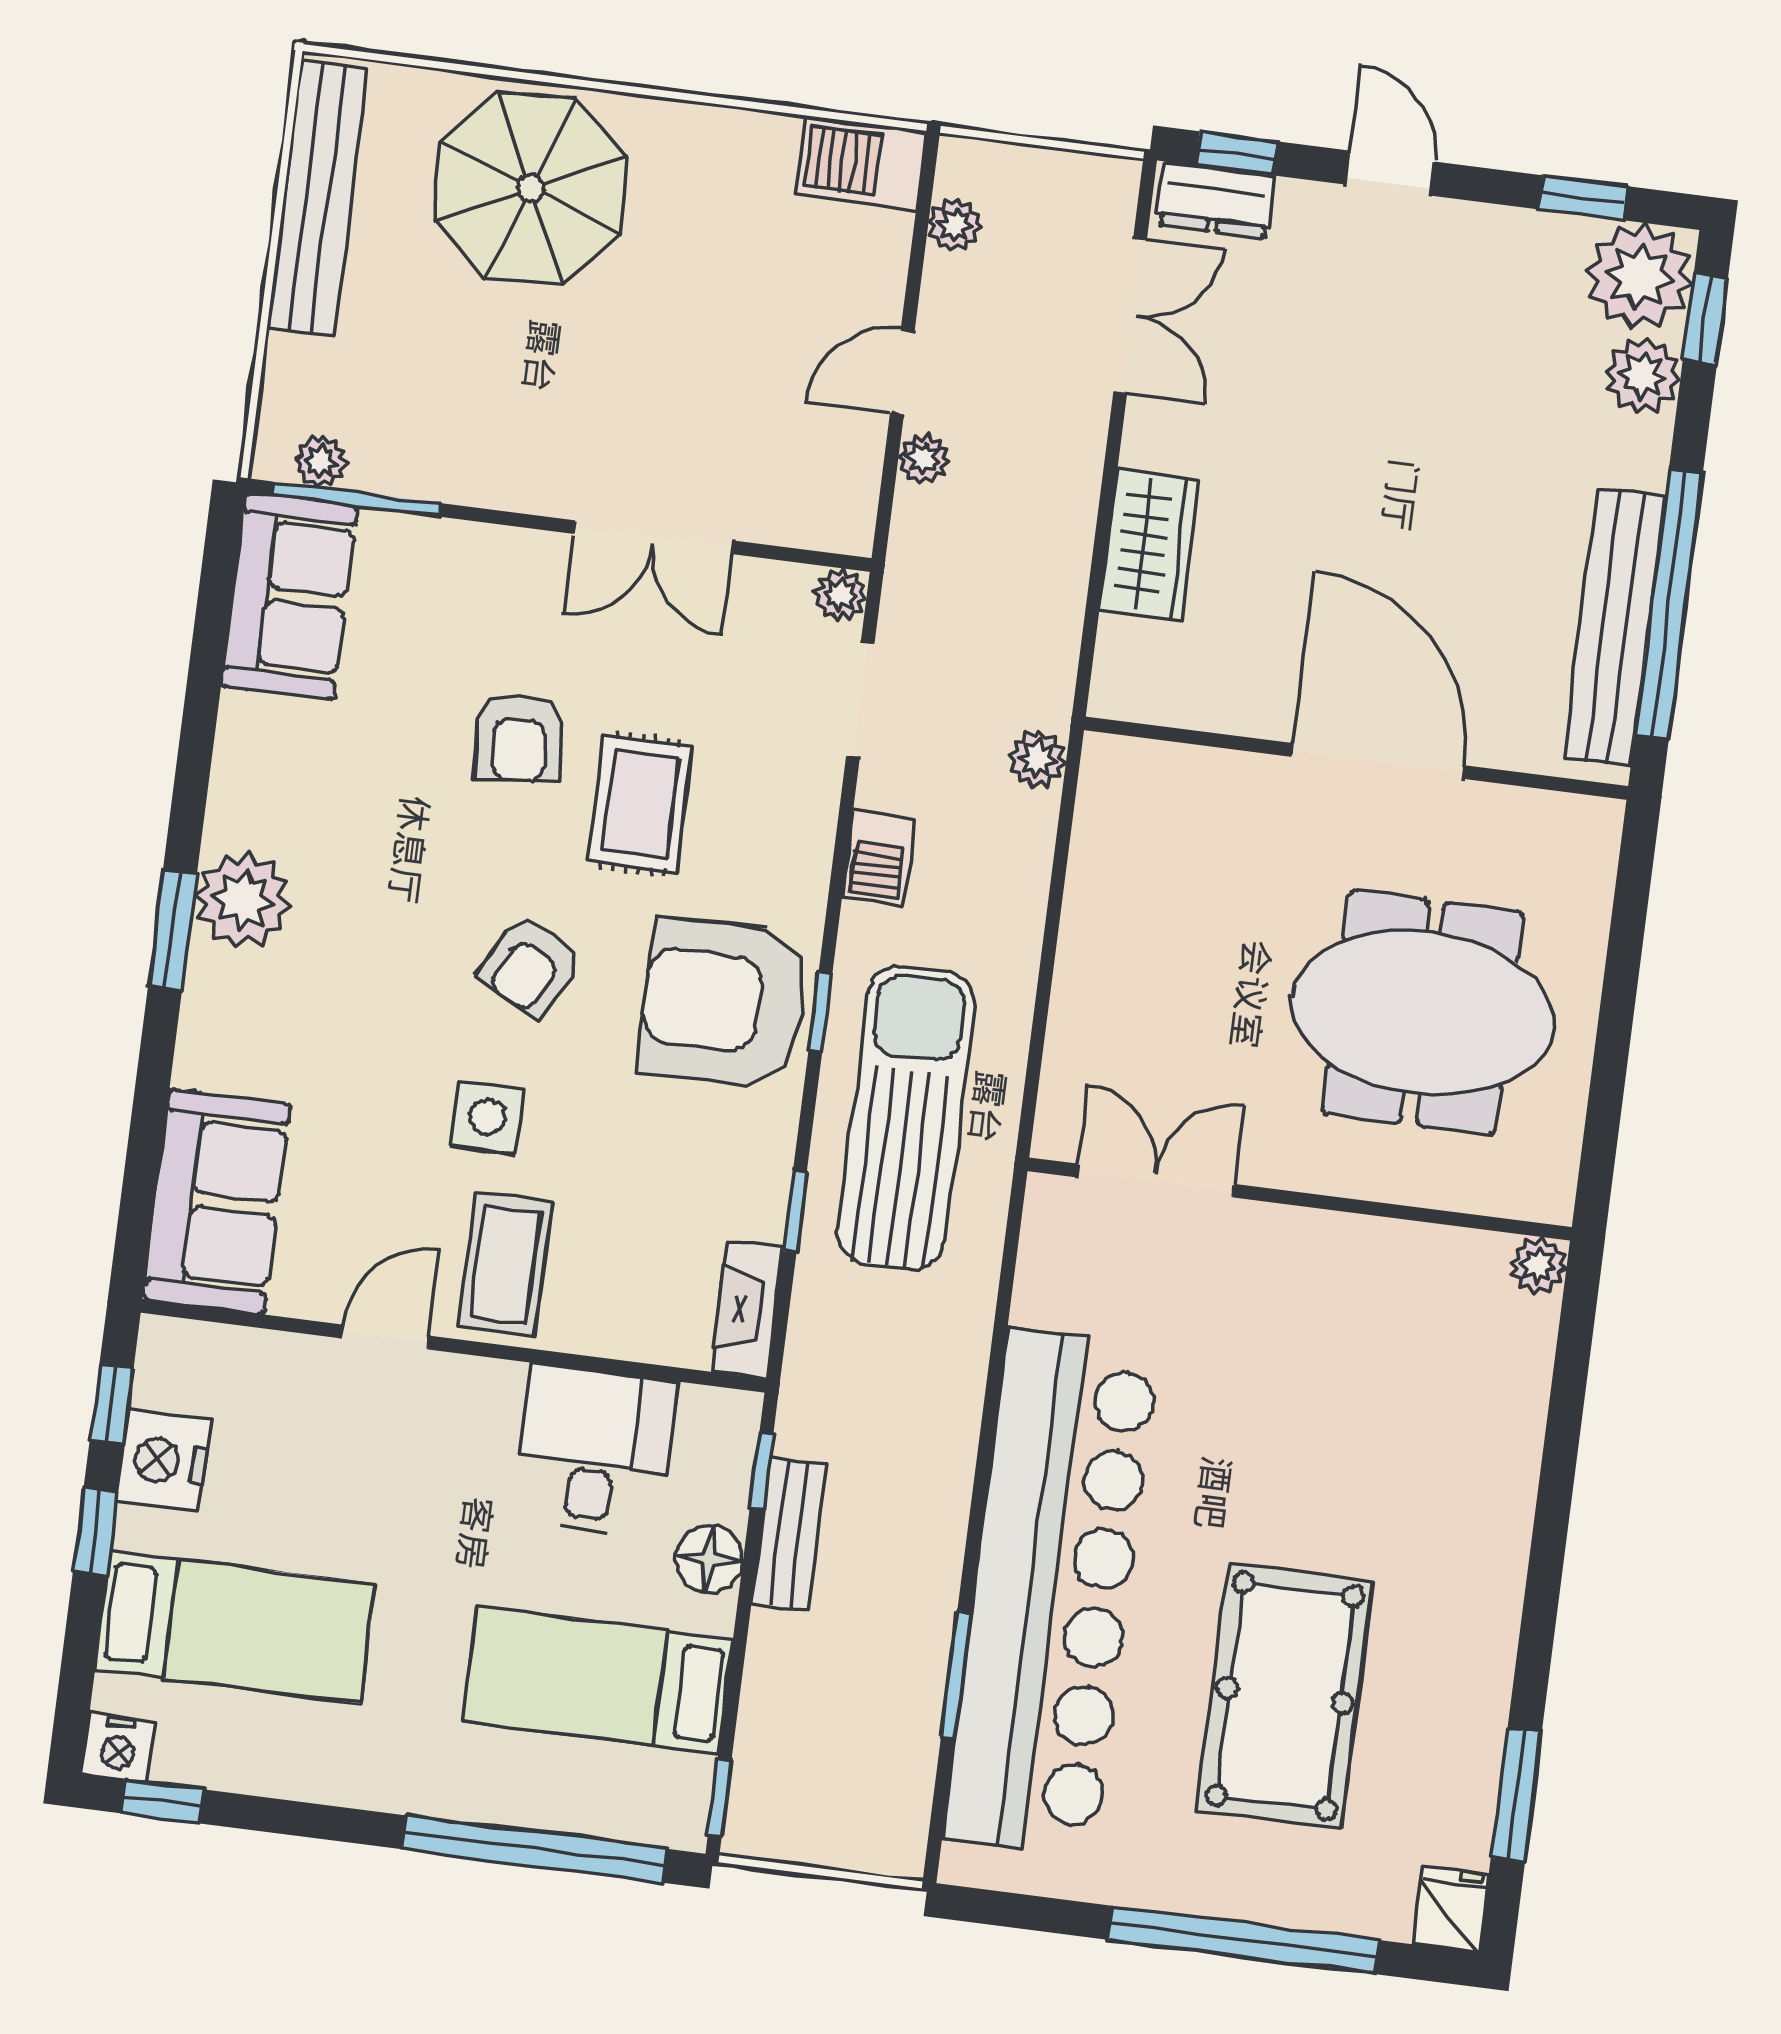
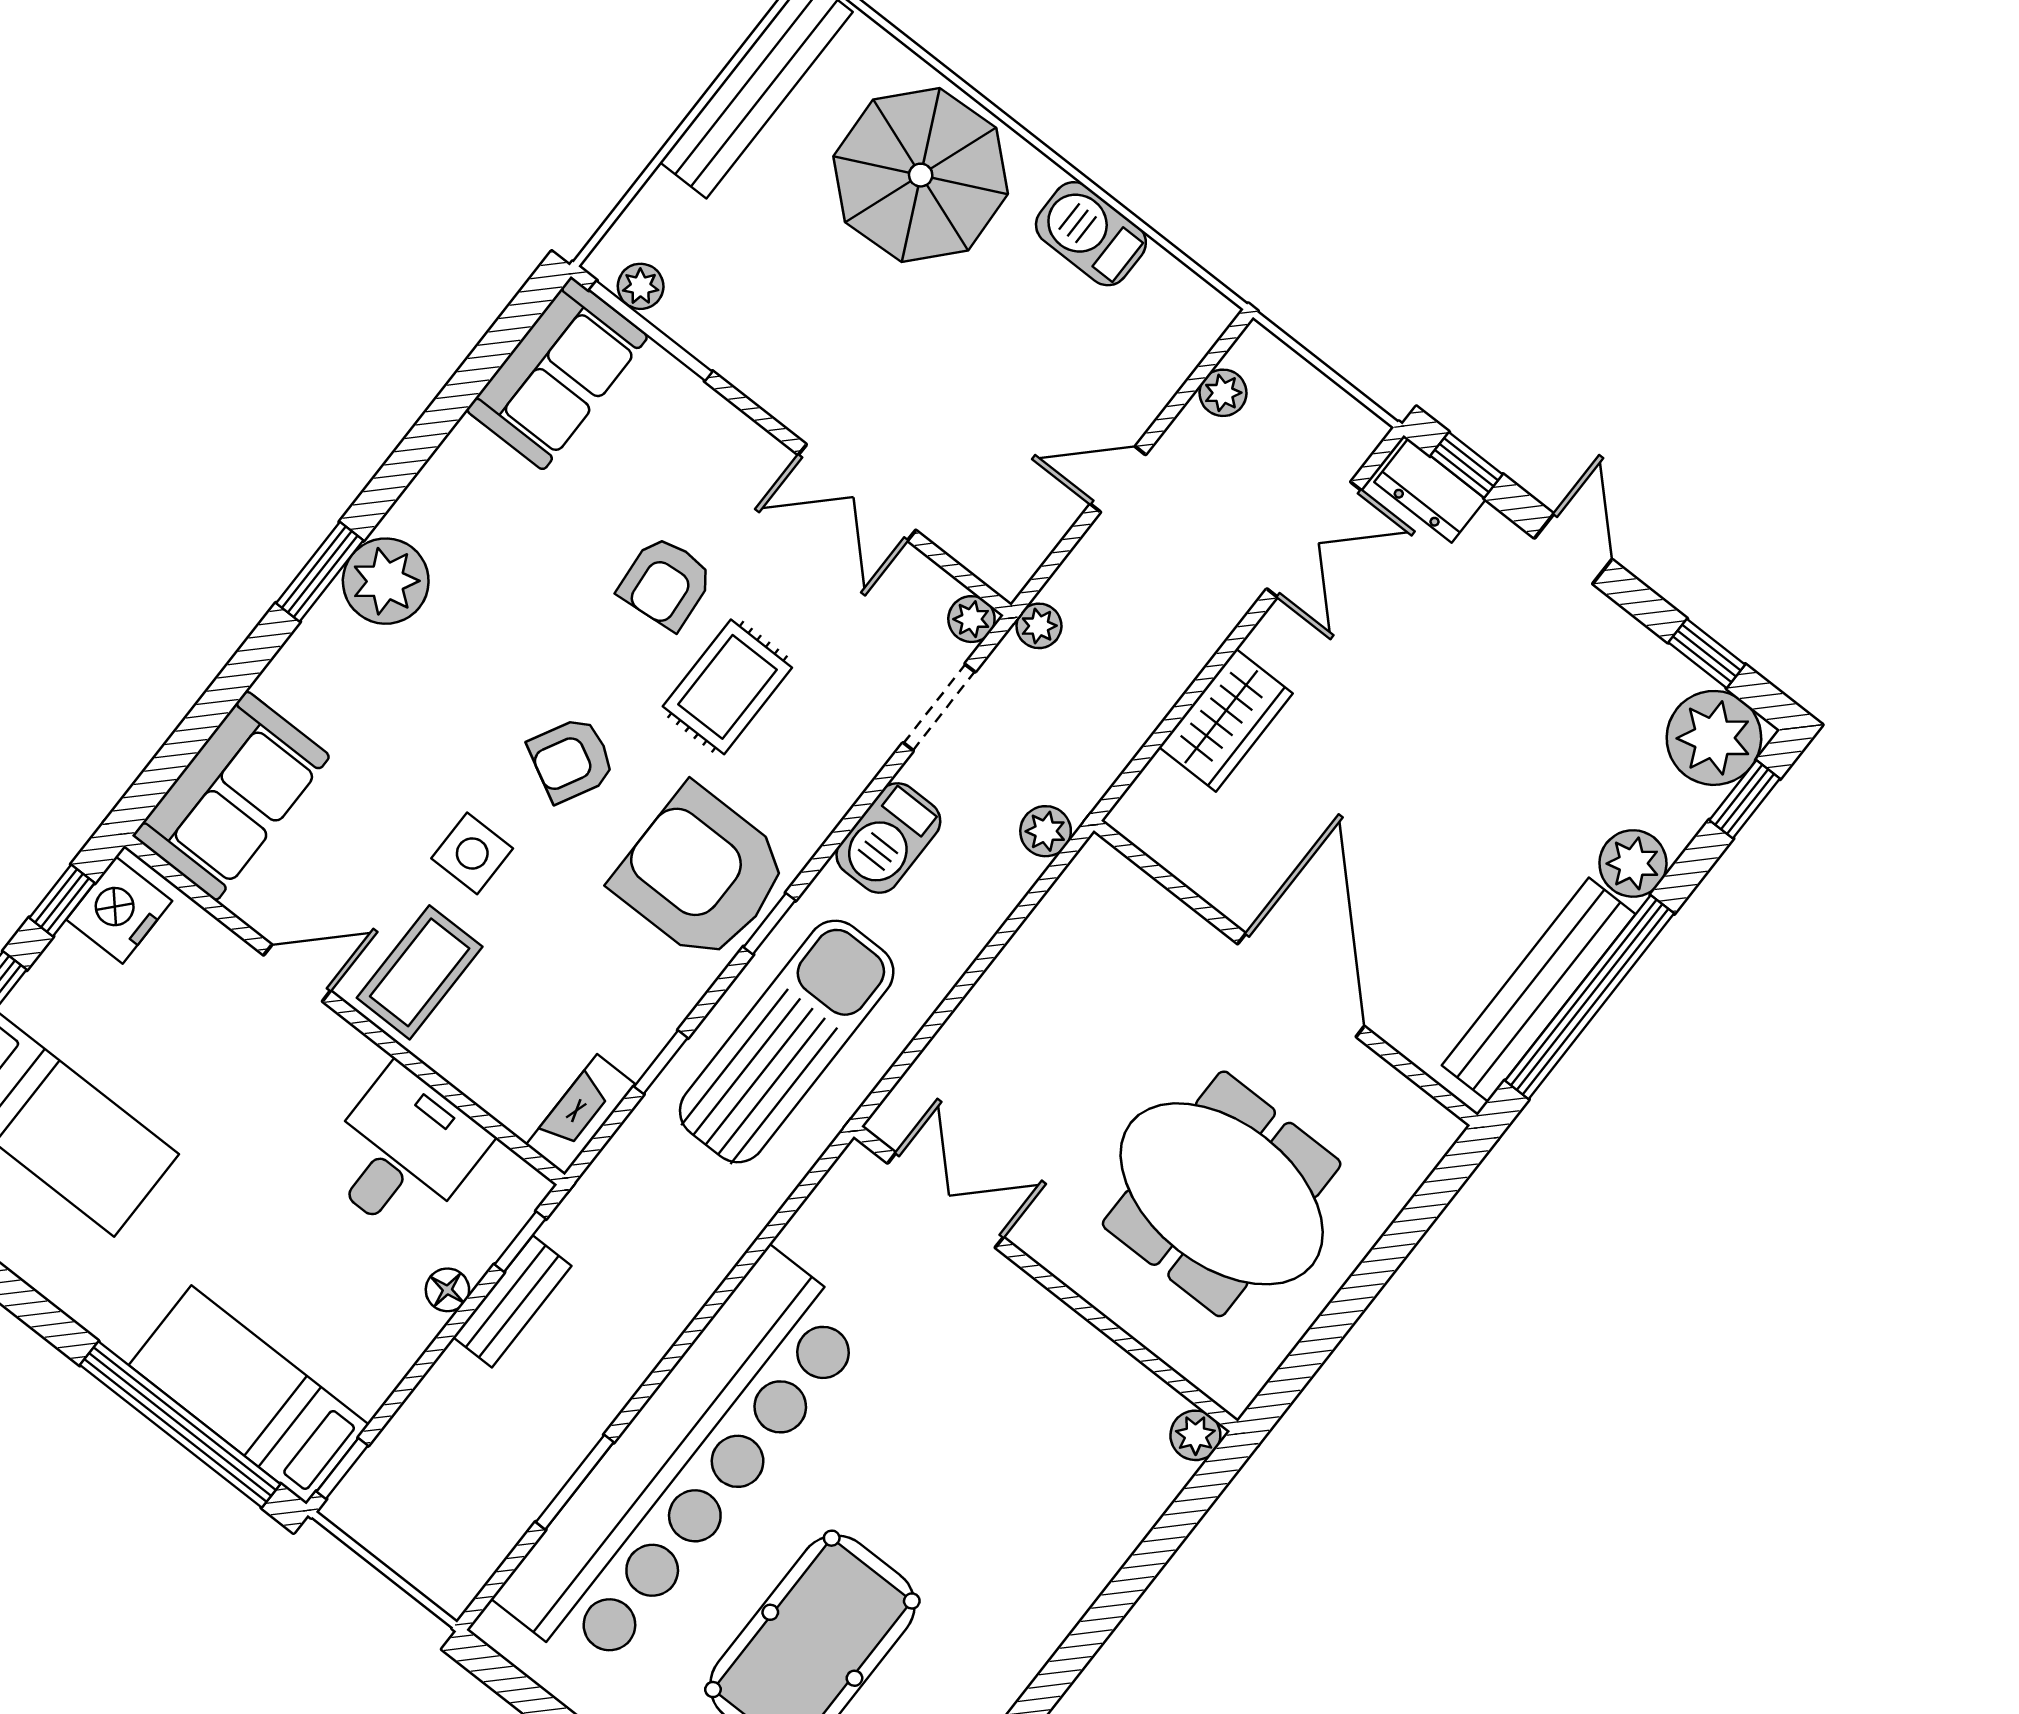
barbecue: (861, 163) -> (1091, 234), moved
plant: (1642, 375) -> (1633, 863), moved
plant: (924, 459) -> (1039, 626), moved
barbecue: (879, 857) -> (888, 838), width x1.38, depth x1.27
nightstand: (163, 1461) -> (119, 910), moved
floor lamp: (709, 1559) -> (447, 1290), width x0.73, depth x0.73
bed: (598, 1680) -> (249, 1395), moved

